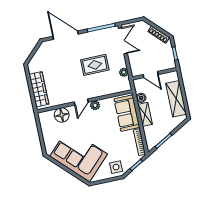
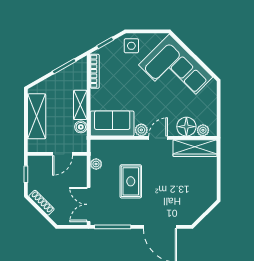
rug: (95, 65) -> (131, 181), turned 90
door: (151, 75) -> (62, 154), swing flipped
wardrobe: (39, 89) -> (195, 148), moved, turned -90
sofa: (127, 113) -> (112, 124), moved, turned -90
plant: (49, 115) -> (203, 130), added

